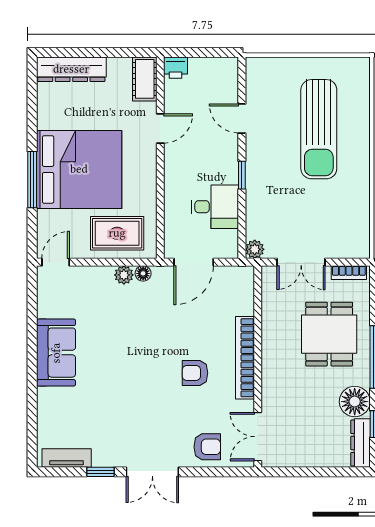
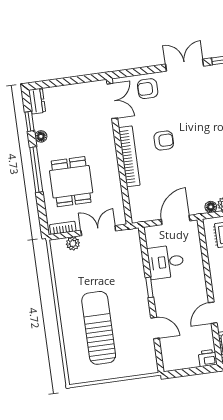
plant: (255, 249) -> (73, 244), moved
floor lamp: (355, 402) -> (41, 136), width x0.53, depth x0.53
dresser: (360, 443) -> (37, 101), width x0.70

